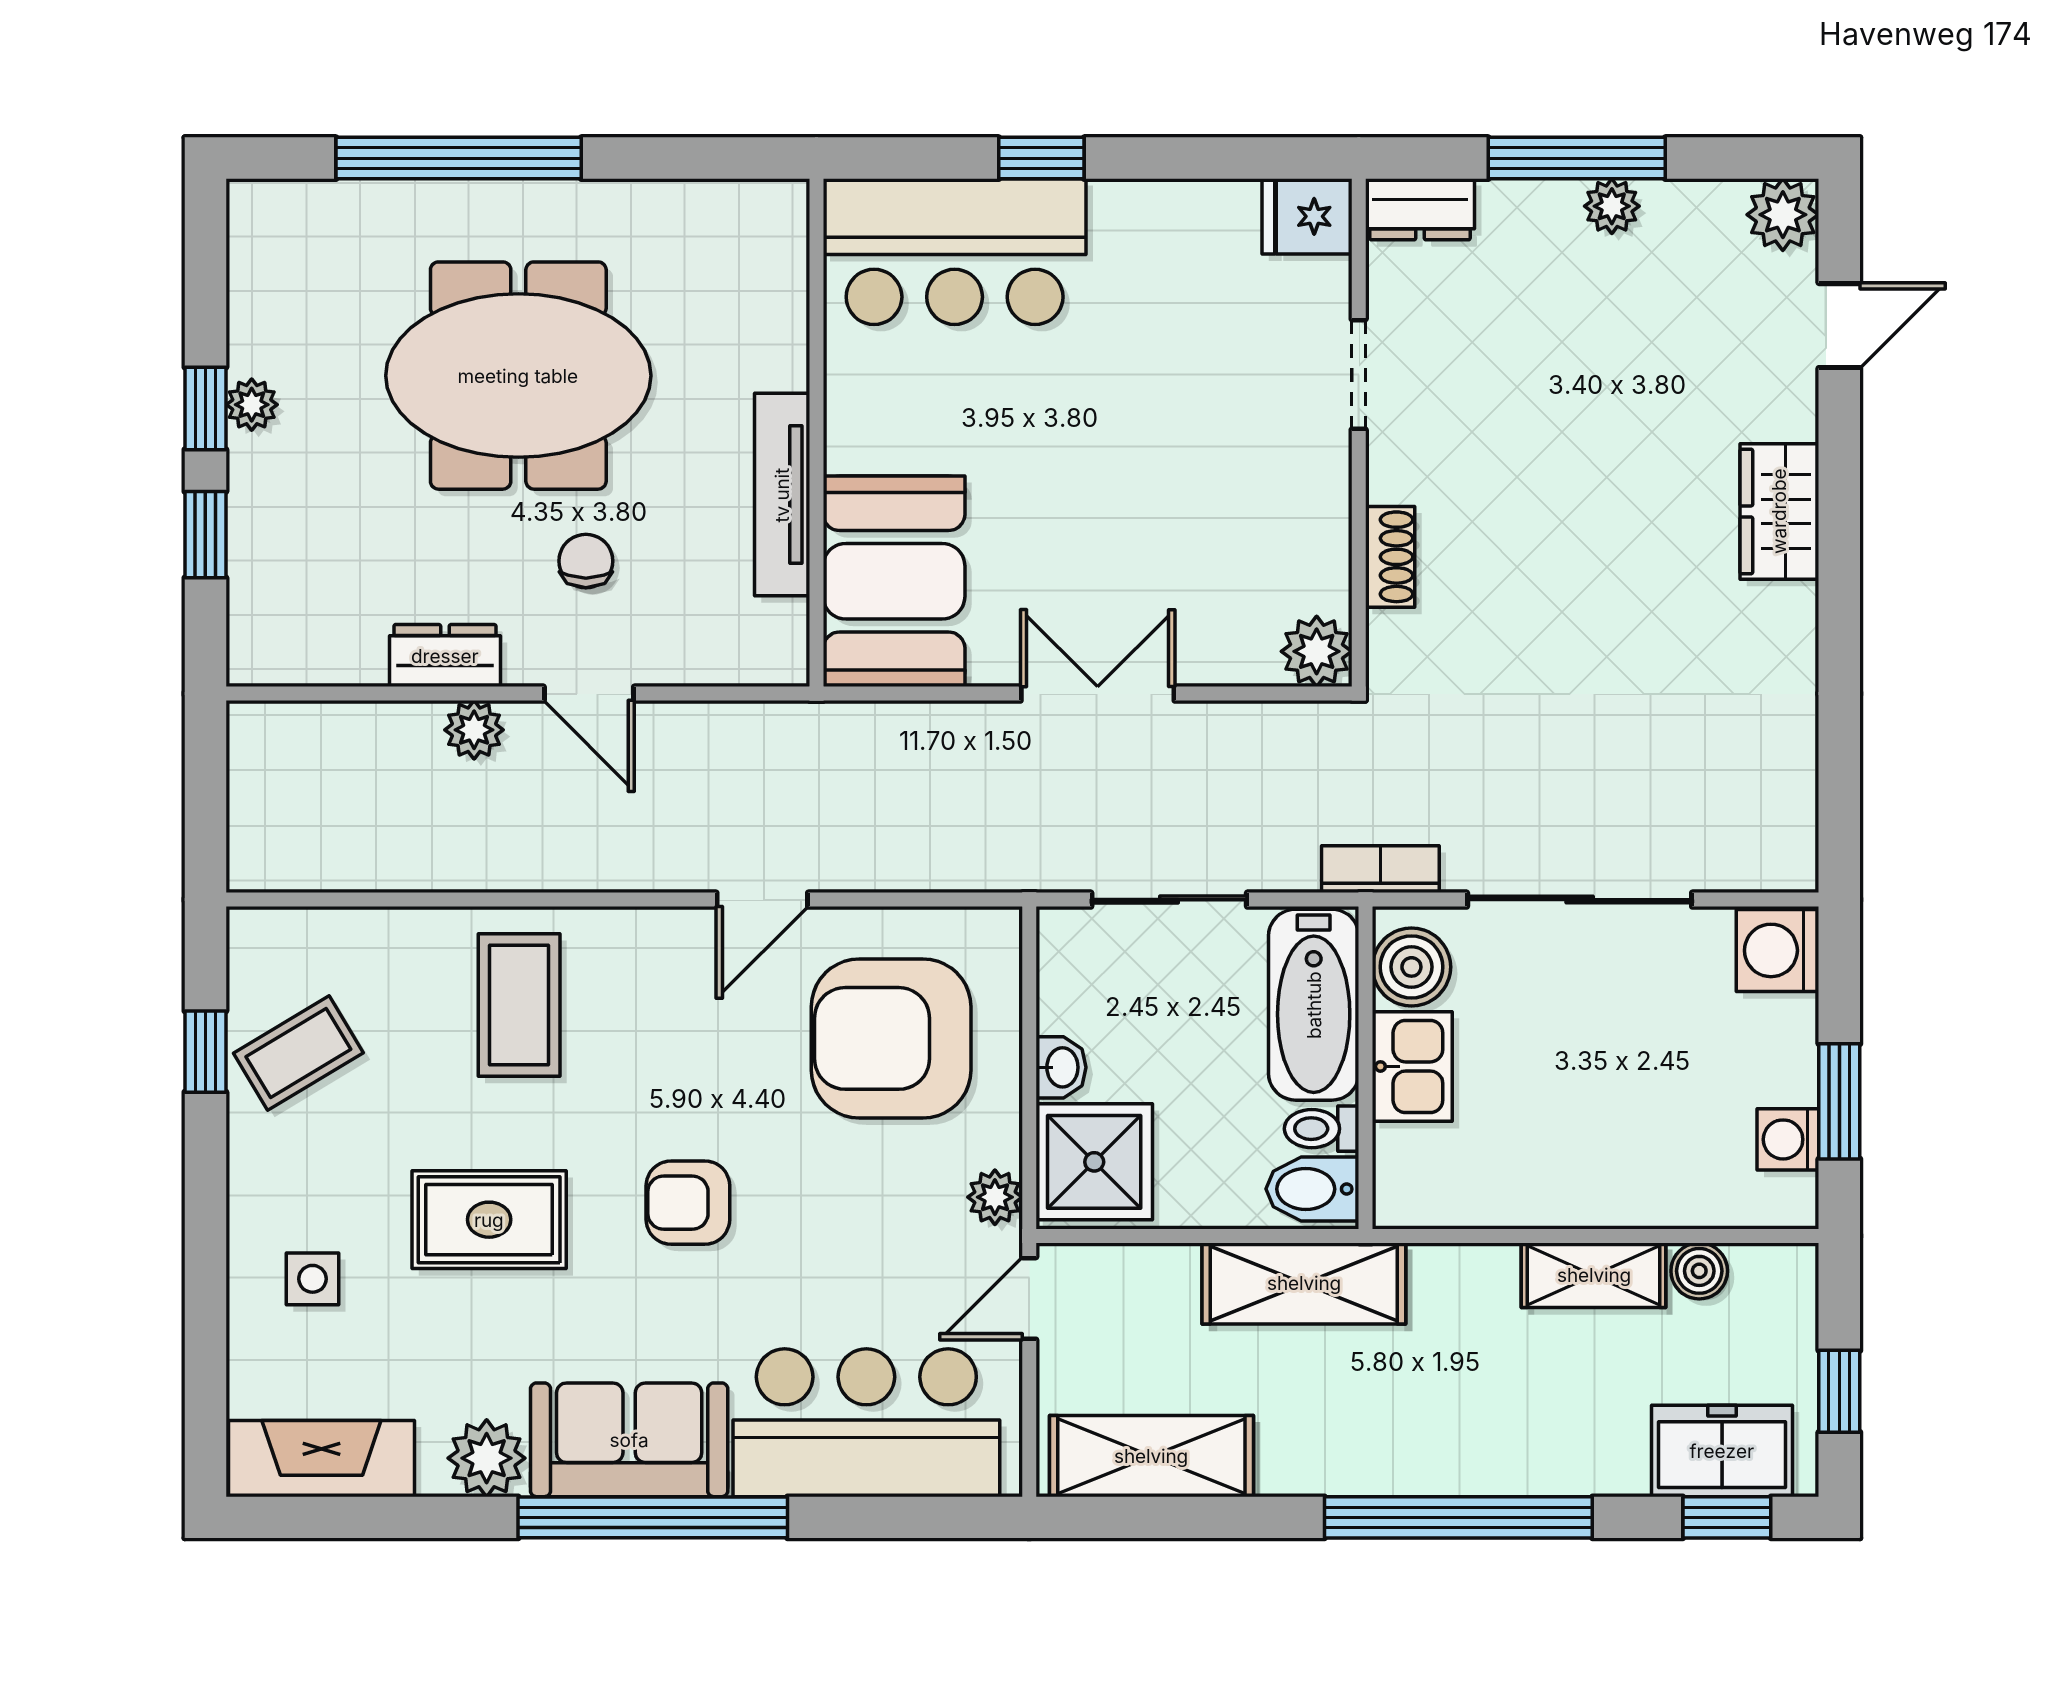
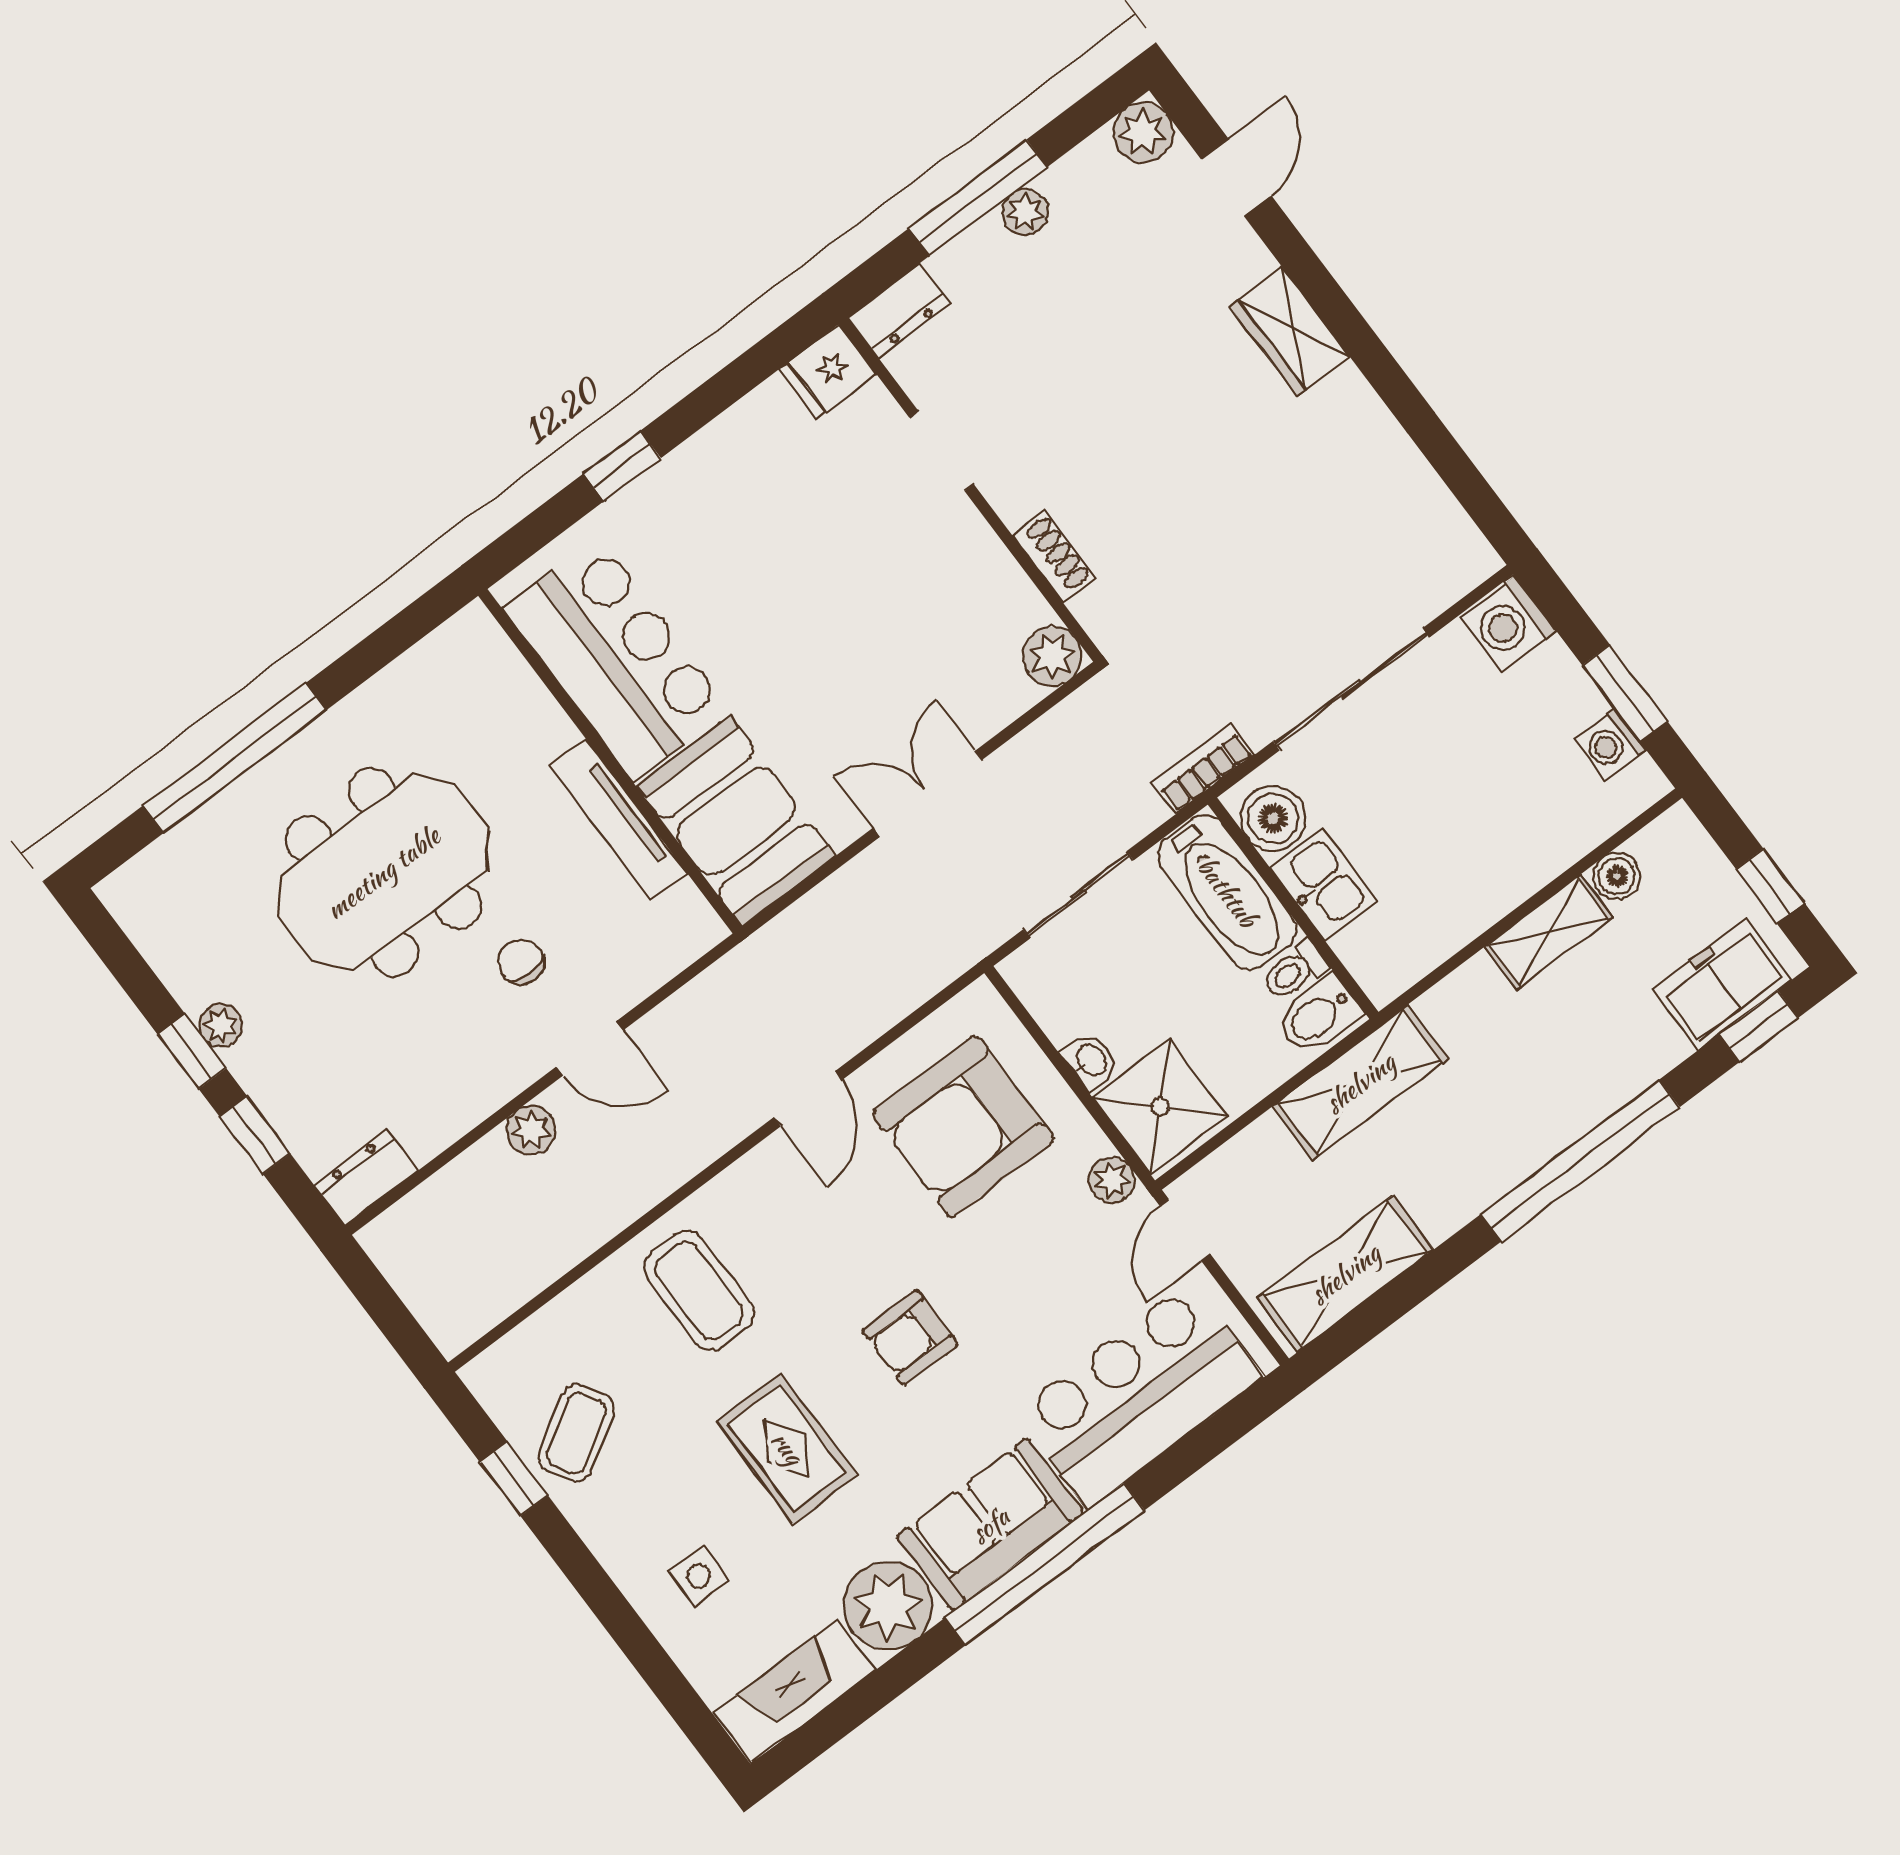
bar counter: (955, 252) -> (616, 659), moved, turned -90
dresser: (445, 656) -> (366, 1177), moved
rug: (489, 1220) -> (787, 1448), turned 90
plant: (487, 1458) -> (888, 1606), width x1.36, depth x1.36

